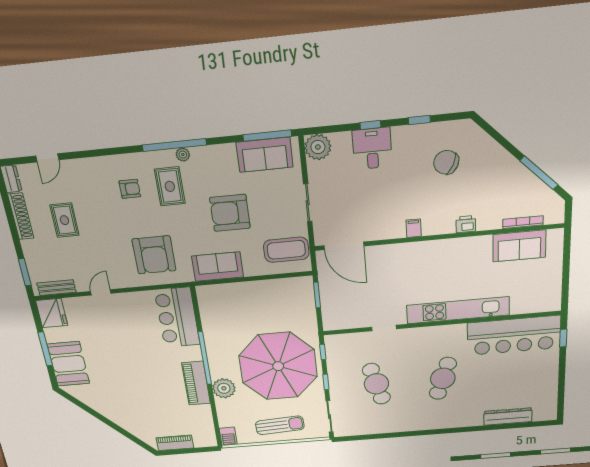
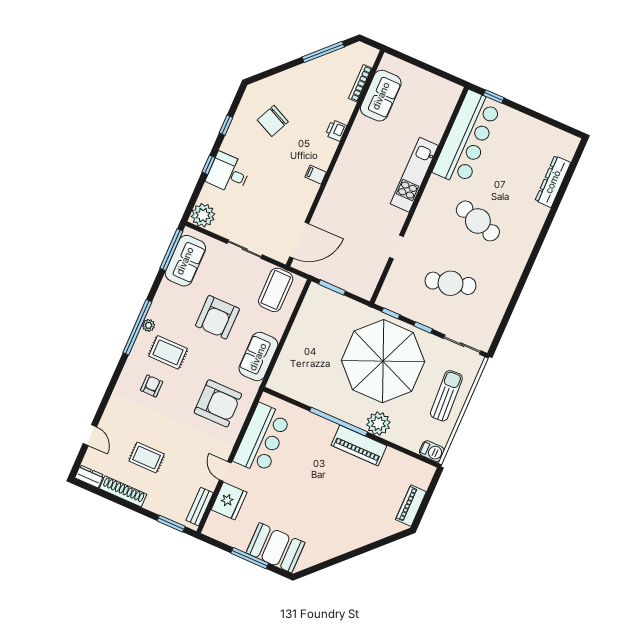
kitchen unit: (458, 310) -> (414, 175), width x0.73
fridge: (52, 313) -> (229, 501), moved, turned 90
bar counter: (177, 318) -> (262, 439), moved, turned -90

